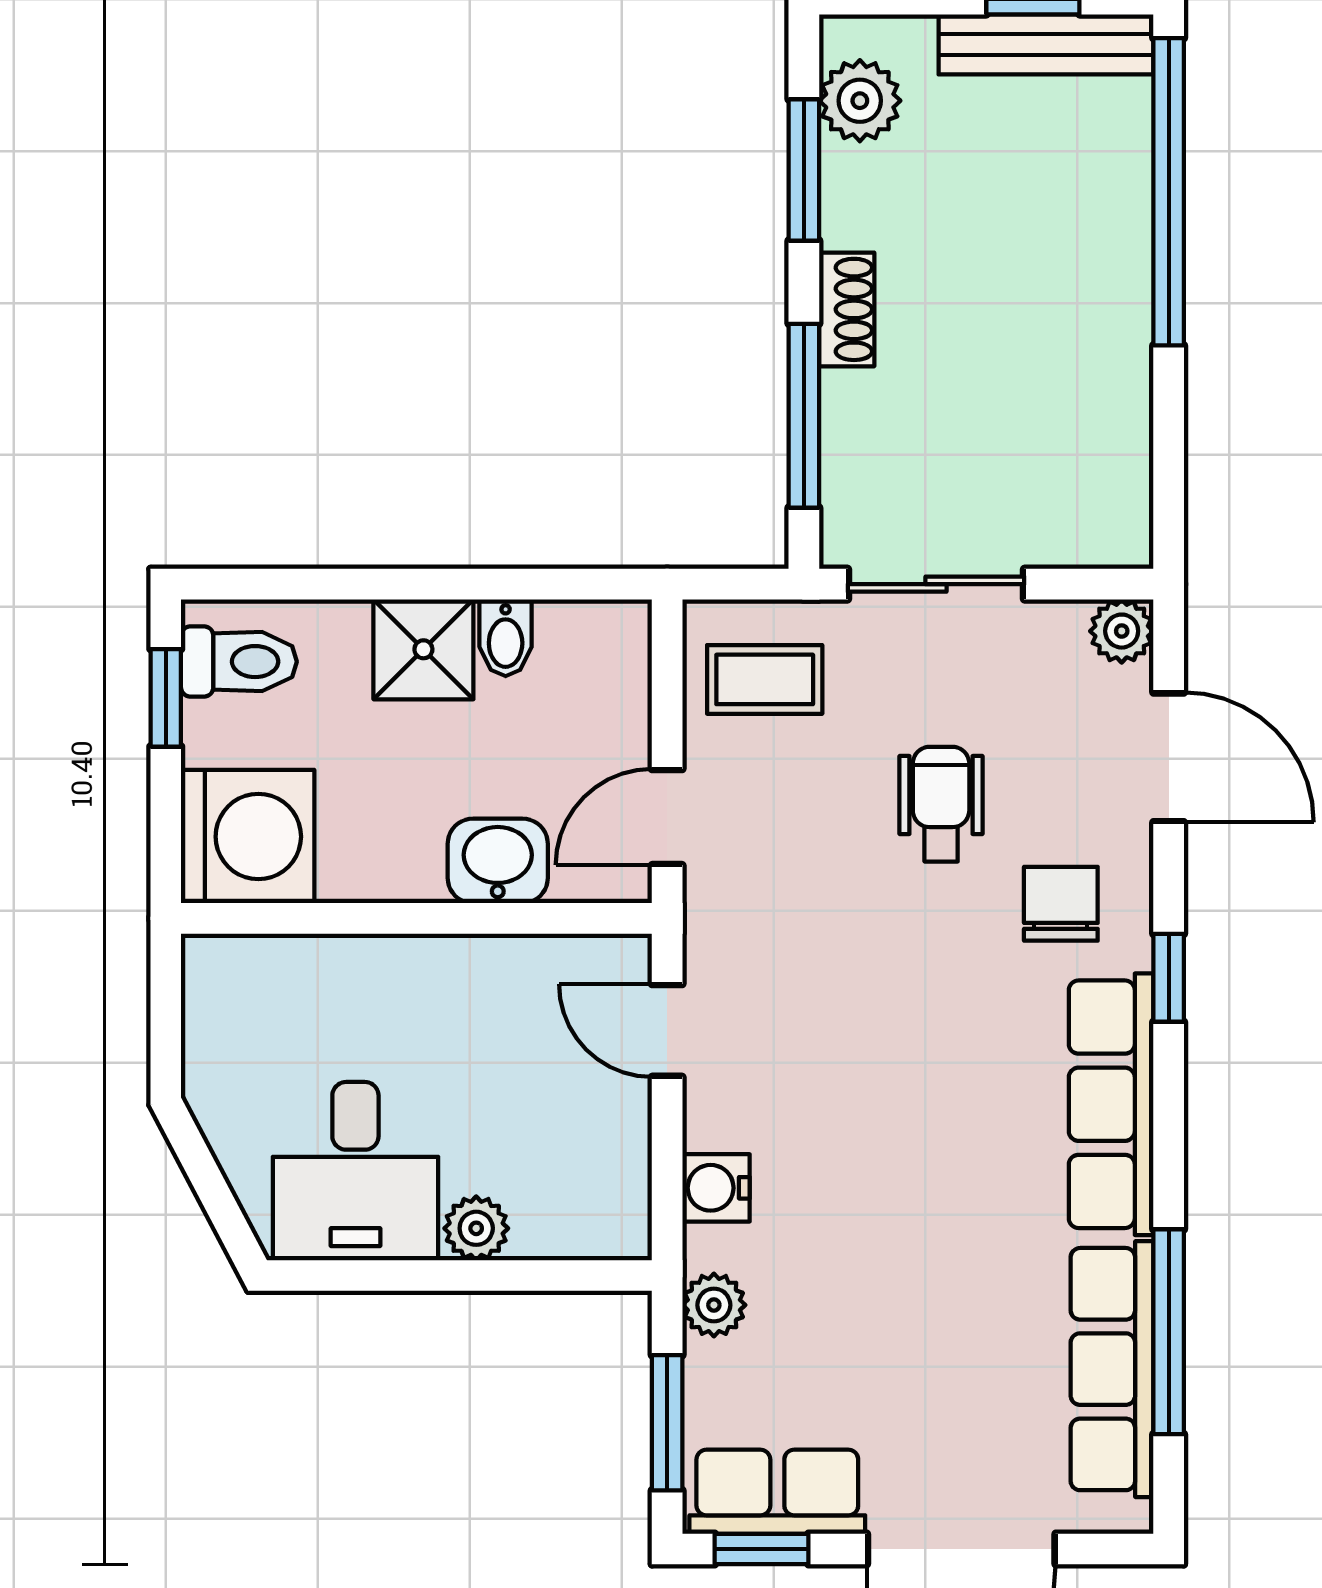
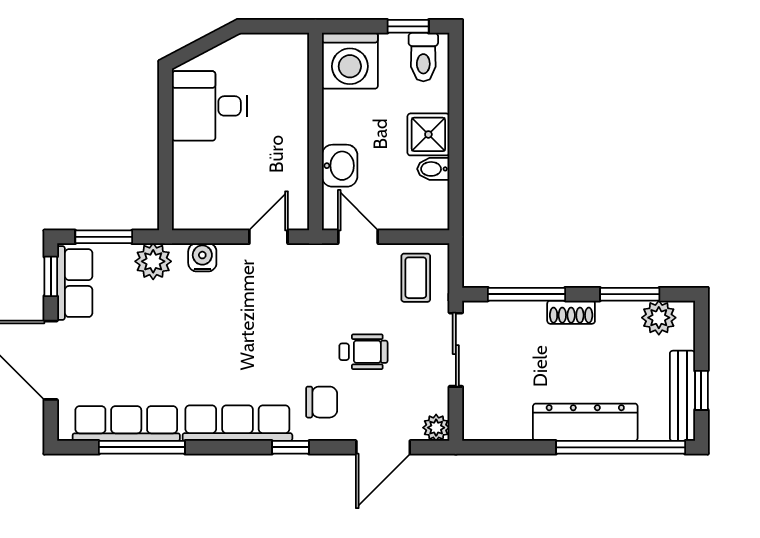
dresser: (1109, 276) -> (585, 422), added
plant: (476, 1228) -> (185, 157), removed
plant: (714, 1305) -> (153, 261), width x1.38, depth x1.38

